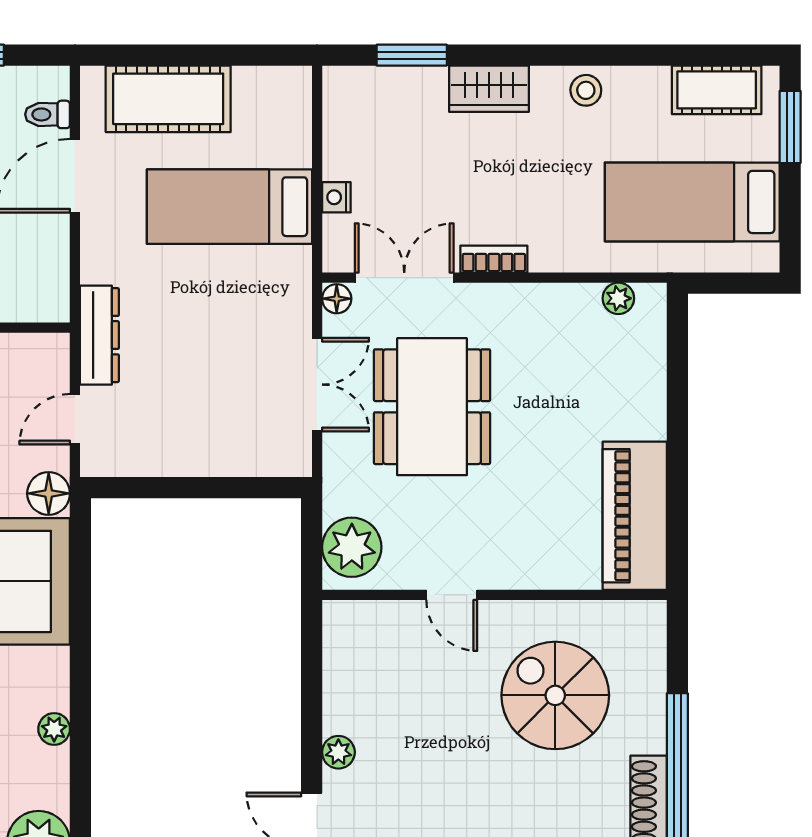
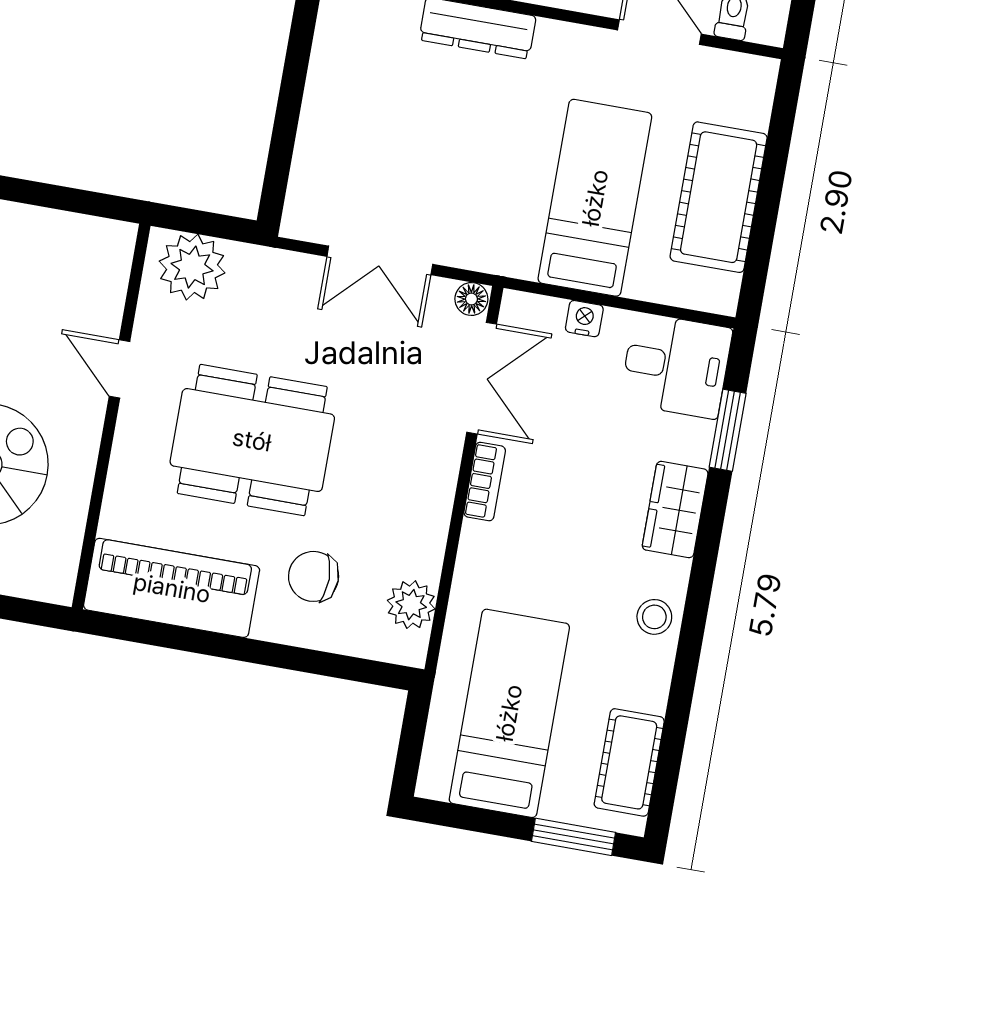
cot: (168, 99) -> (719, 197), moved
desk: (363, 110) -> (676, 366), added
plant: (618, 298) -> (411, 605), width x1.38, depth x1.38
chair: (603, 394) -> (314, 576), added
dining table: (432, 407) -> (252, 440), moved
door: (452, 595) -> (119, 369), hinge flipped

